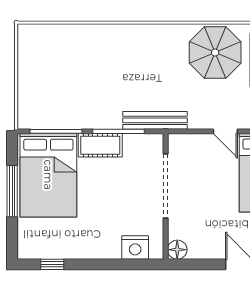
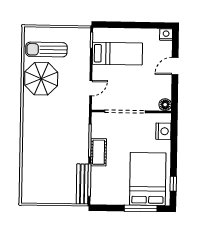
bench: (155, 120) -> (82, 184), moved
door: (225, 131) -> (91, 88), moved
bed: (48, 175) -> (148, 179), moved, turned -90
window: (12, 191) -> (141, 208), moved

